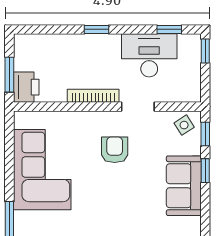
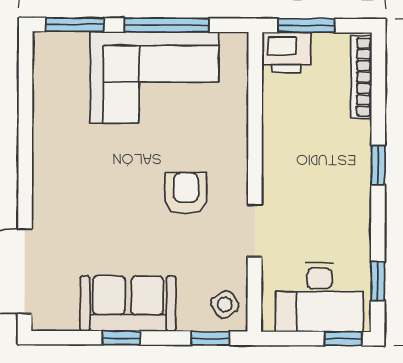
desk: (149, 55) -> (319, 297), moved, turned 90
bookcase: (93, 96) -> (361, 77), moved, turned 180
armchair: (115, 150) -> (186, 193), turned -90
window: (9, 162) -> (167, 25), added
window: (205, 171) -> (121, 338), moved

